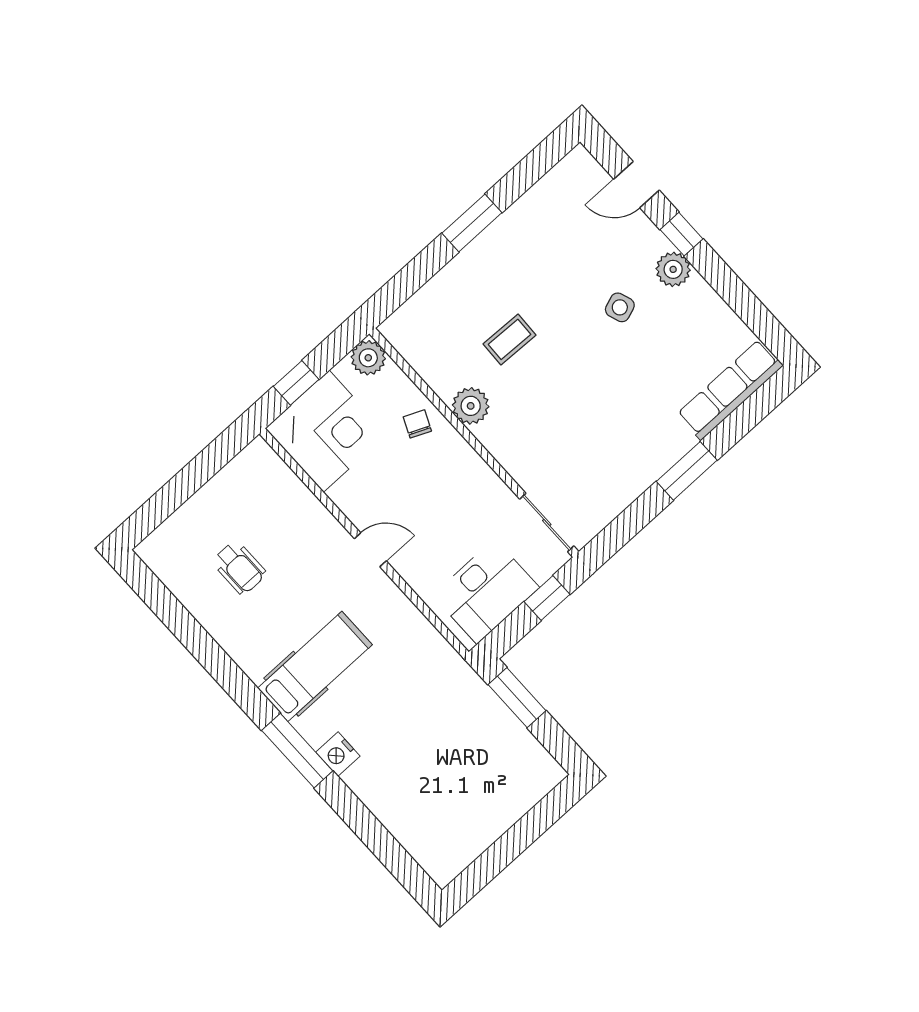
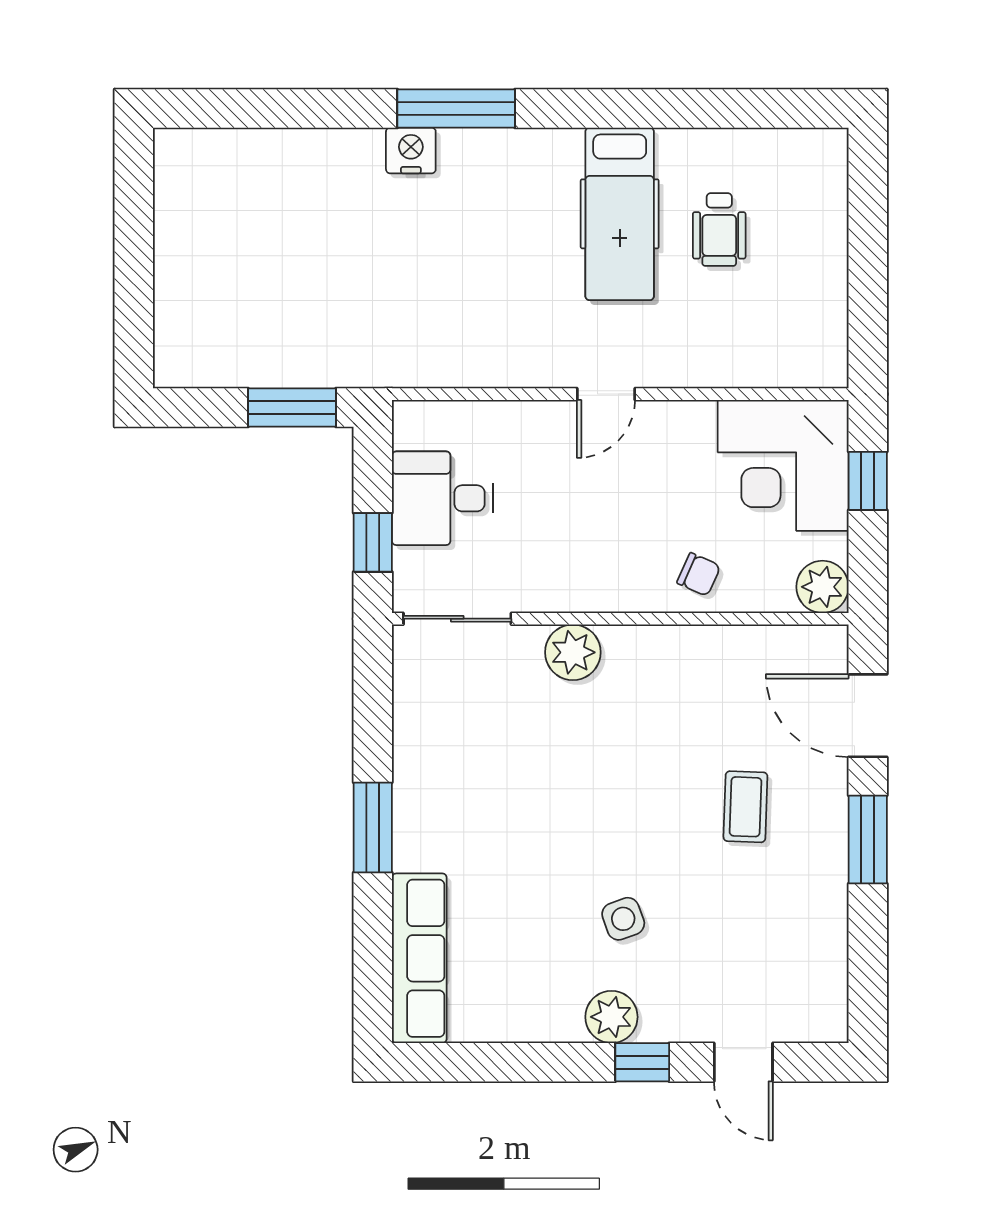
door: (636, 185) -> (743, 1062), swing flipped
door: (411, 278) -> (868, 716), added
coffee table: (510, 339) -> (745, 807), moved
plant: (471, 406) -> (573, 652), moved
wheelchair: (239, 568) -> (719, 230), turned -90
desk: (486, 591) -> (442, 498), width x0.73
hospital bed: (315, 666) -> (620, 214), moved

